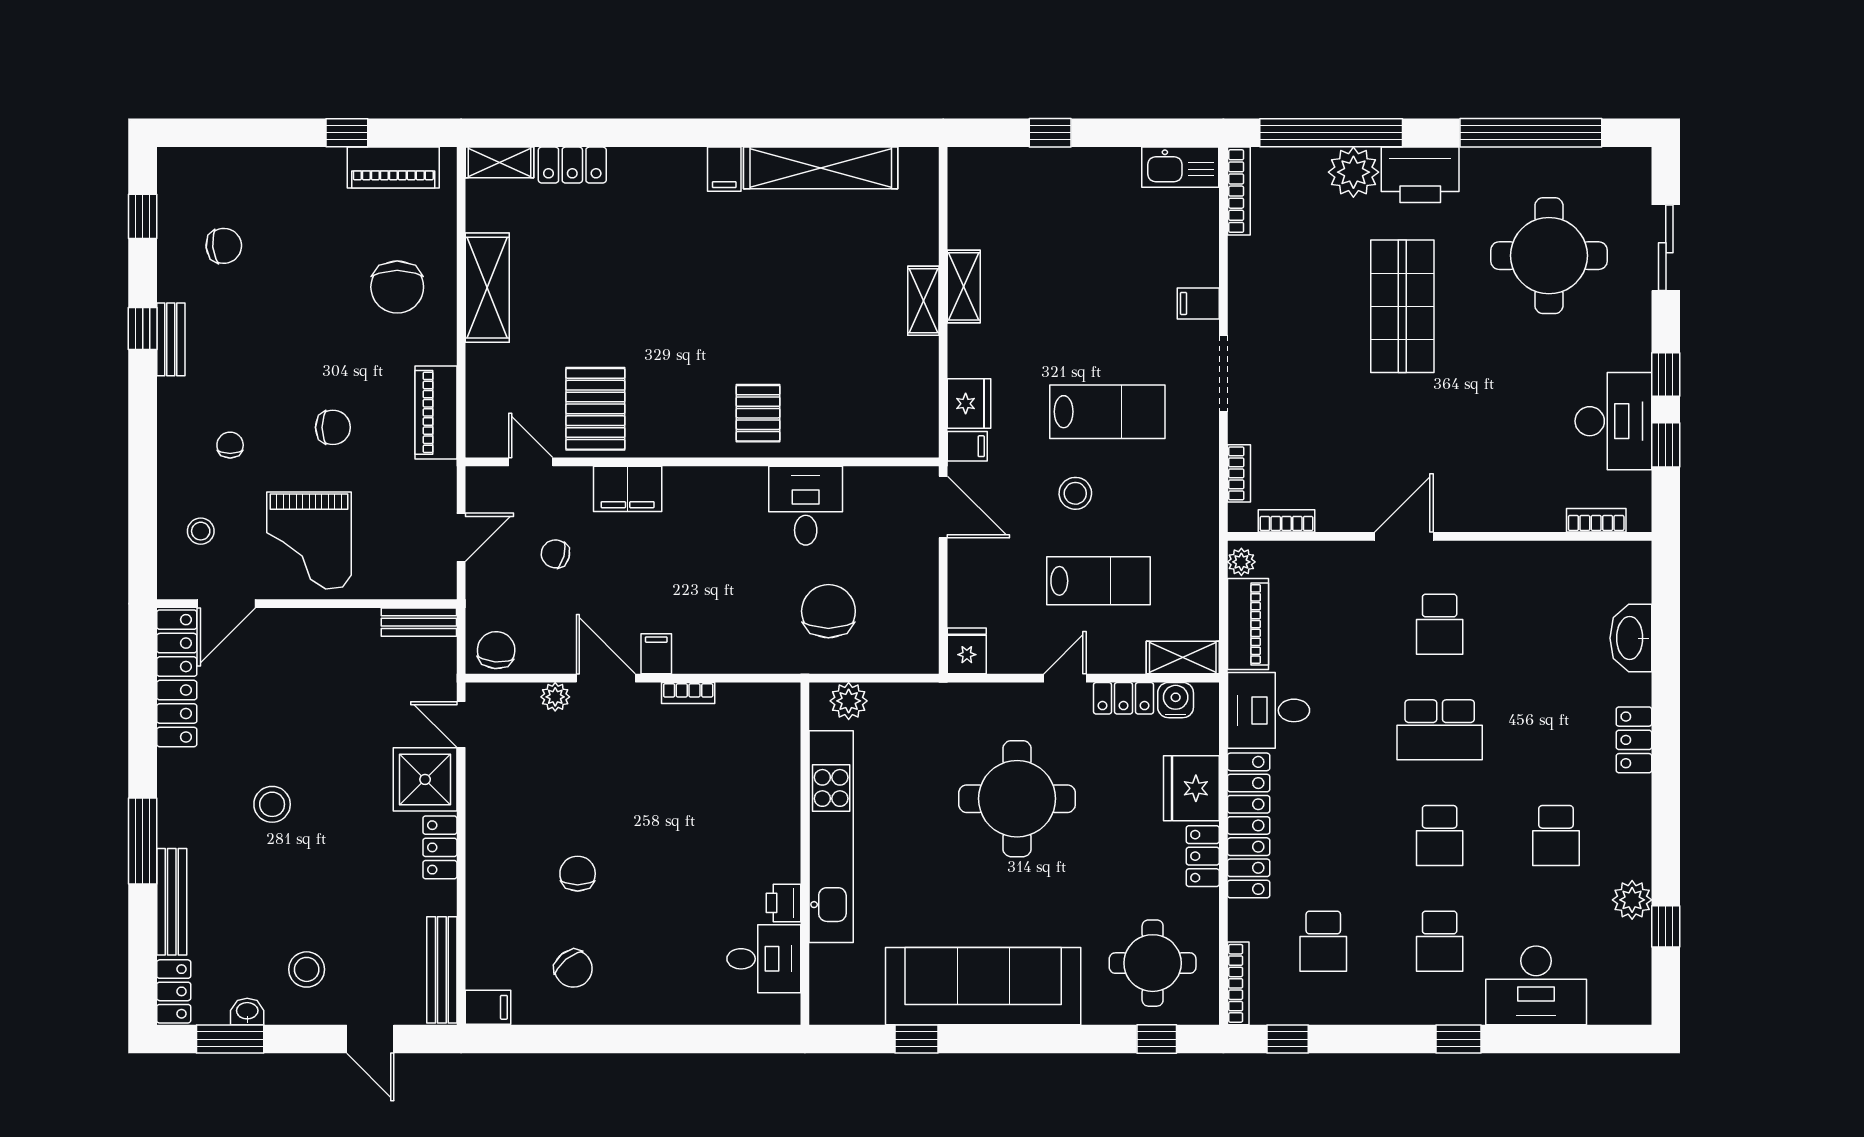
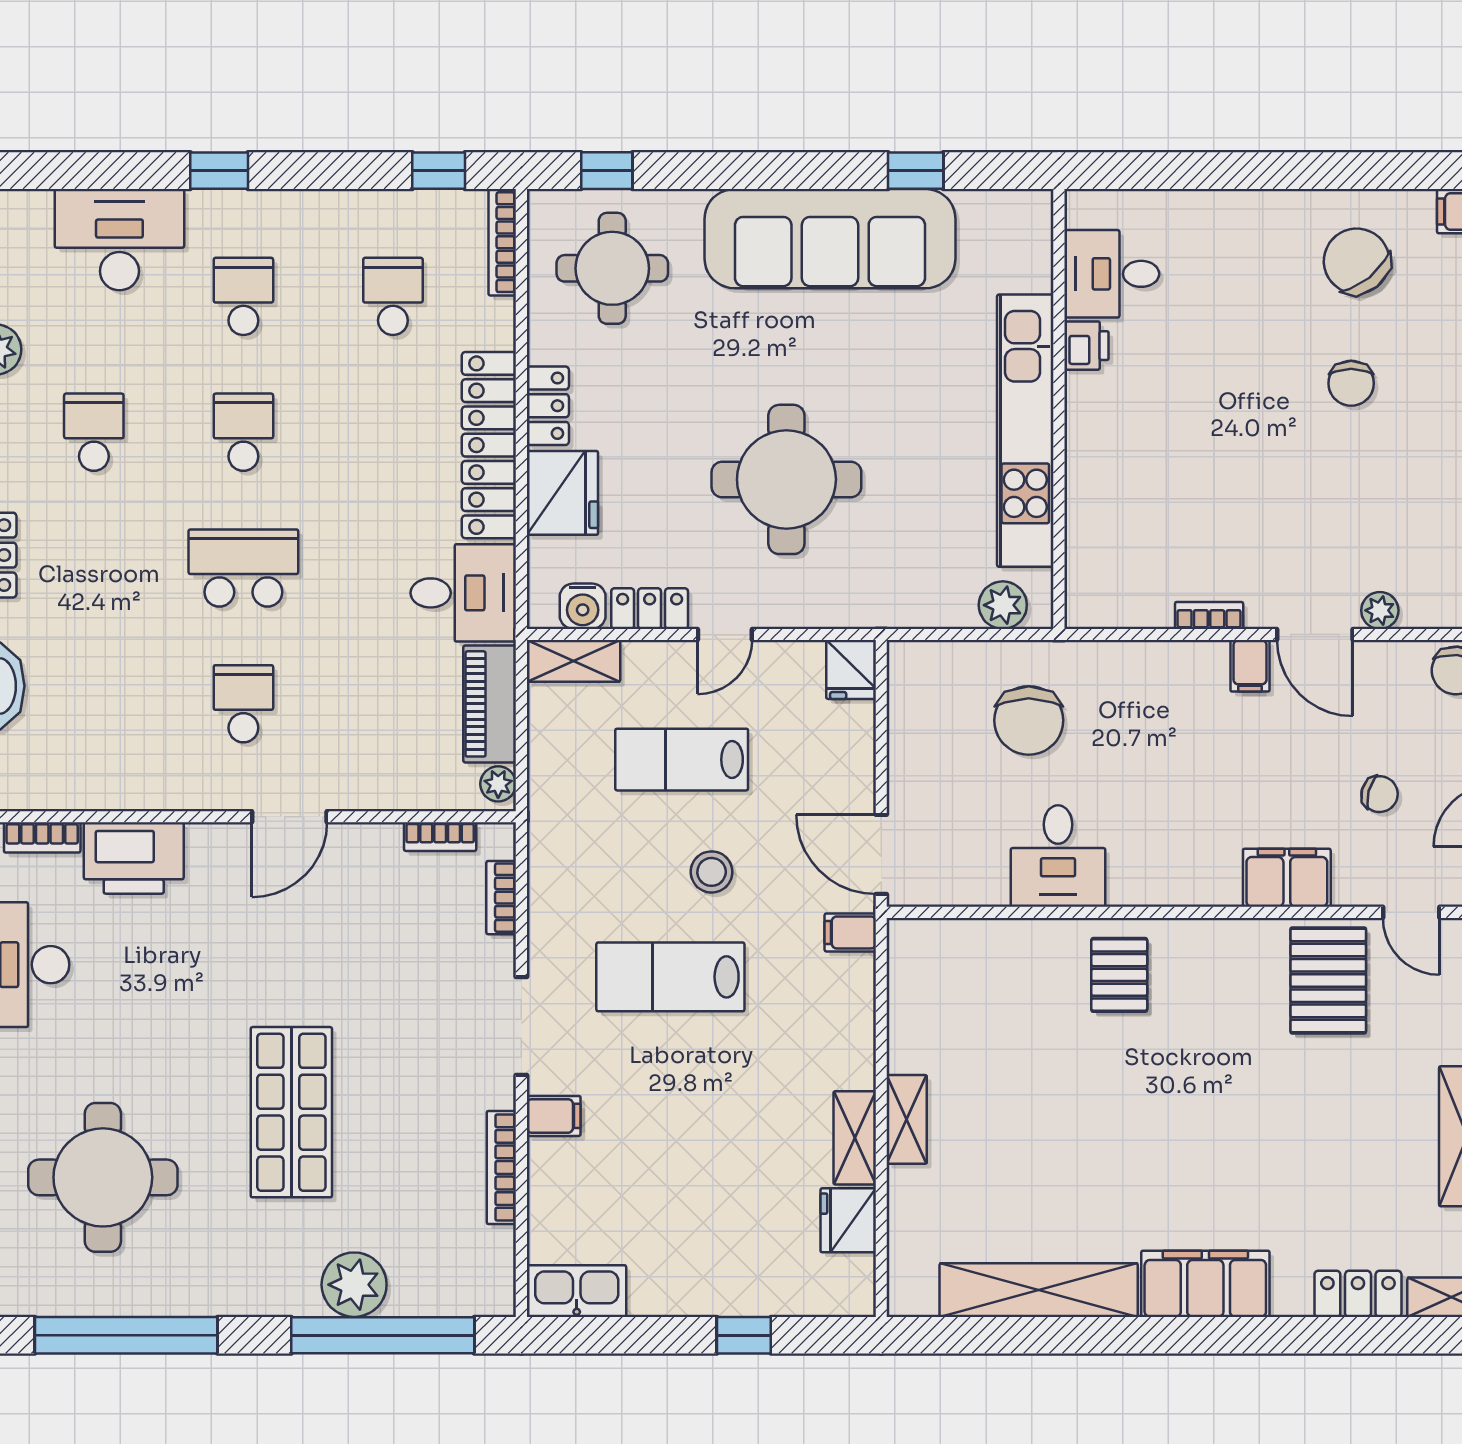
filing cabinet: (724, 169) -> (1205, 1284), width x3.00, depth x1.17
printer: (1420, 175) -> (134, 858), moved, turned 180
bookcase: (1239, 191) -> (501, 1167), moved
fridge: (969, 404) -> (848, 1220), moved
chair: (573, 969) -> (1357, 261), width x1.37, depth x1.37

